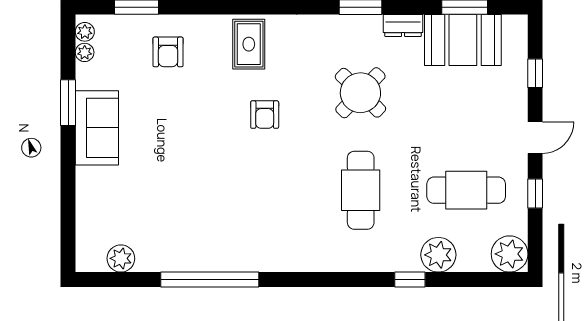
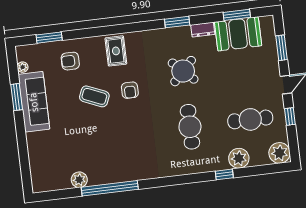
plant: (85, 32) -> (21, 55), removed
armchair: (168, 52) -> (70, 61), turned 90
window: (535, 73) -> (282, 48), width x1.50
coffee table: (202, 118) -> (94, 96), added
sofa: (97, 128) -> (34, 102), width x1.36
plant: (121, 258) -> (79, 180), moved

